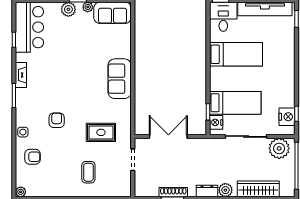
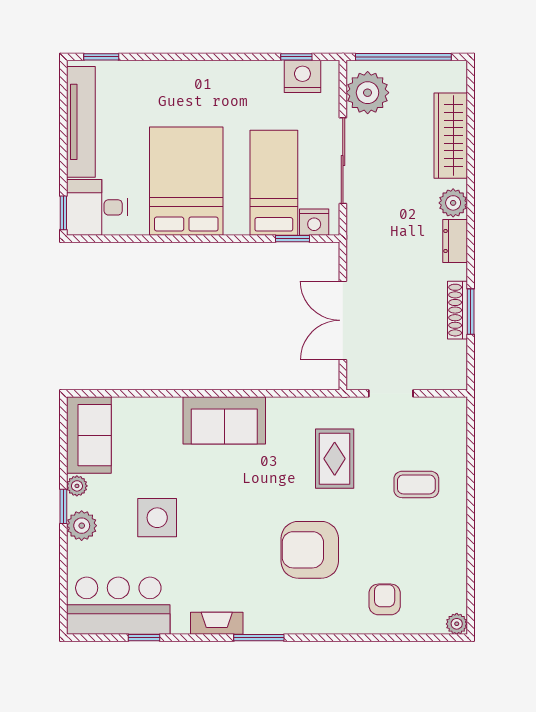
bed: (236, 54) -> (186, 181), width x1.50
armchair: (57, 120) -> (310, 550), width x1.88, depth x1.88
side table: (23, 132) -> (157, 518), moved, width x1.87, depth x1.87

